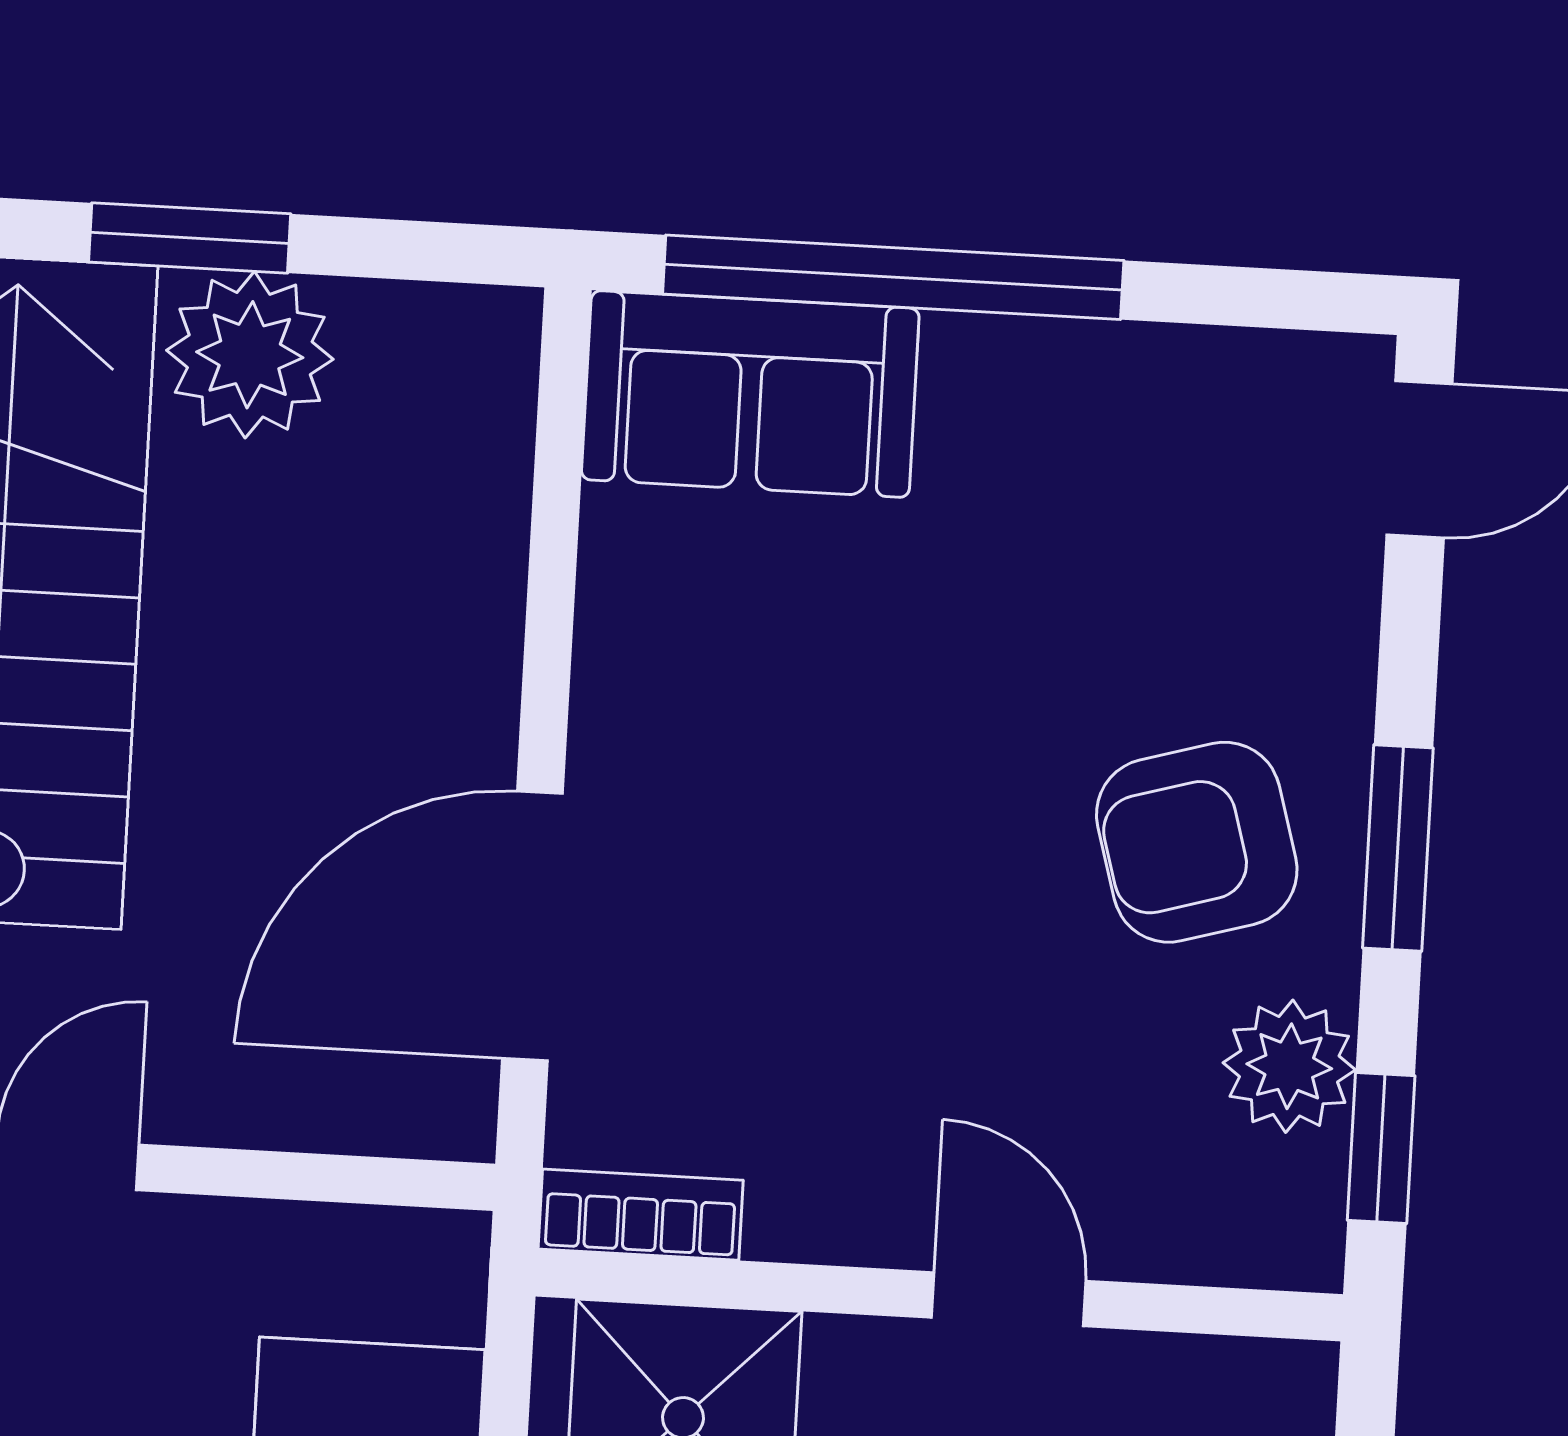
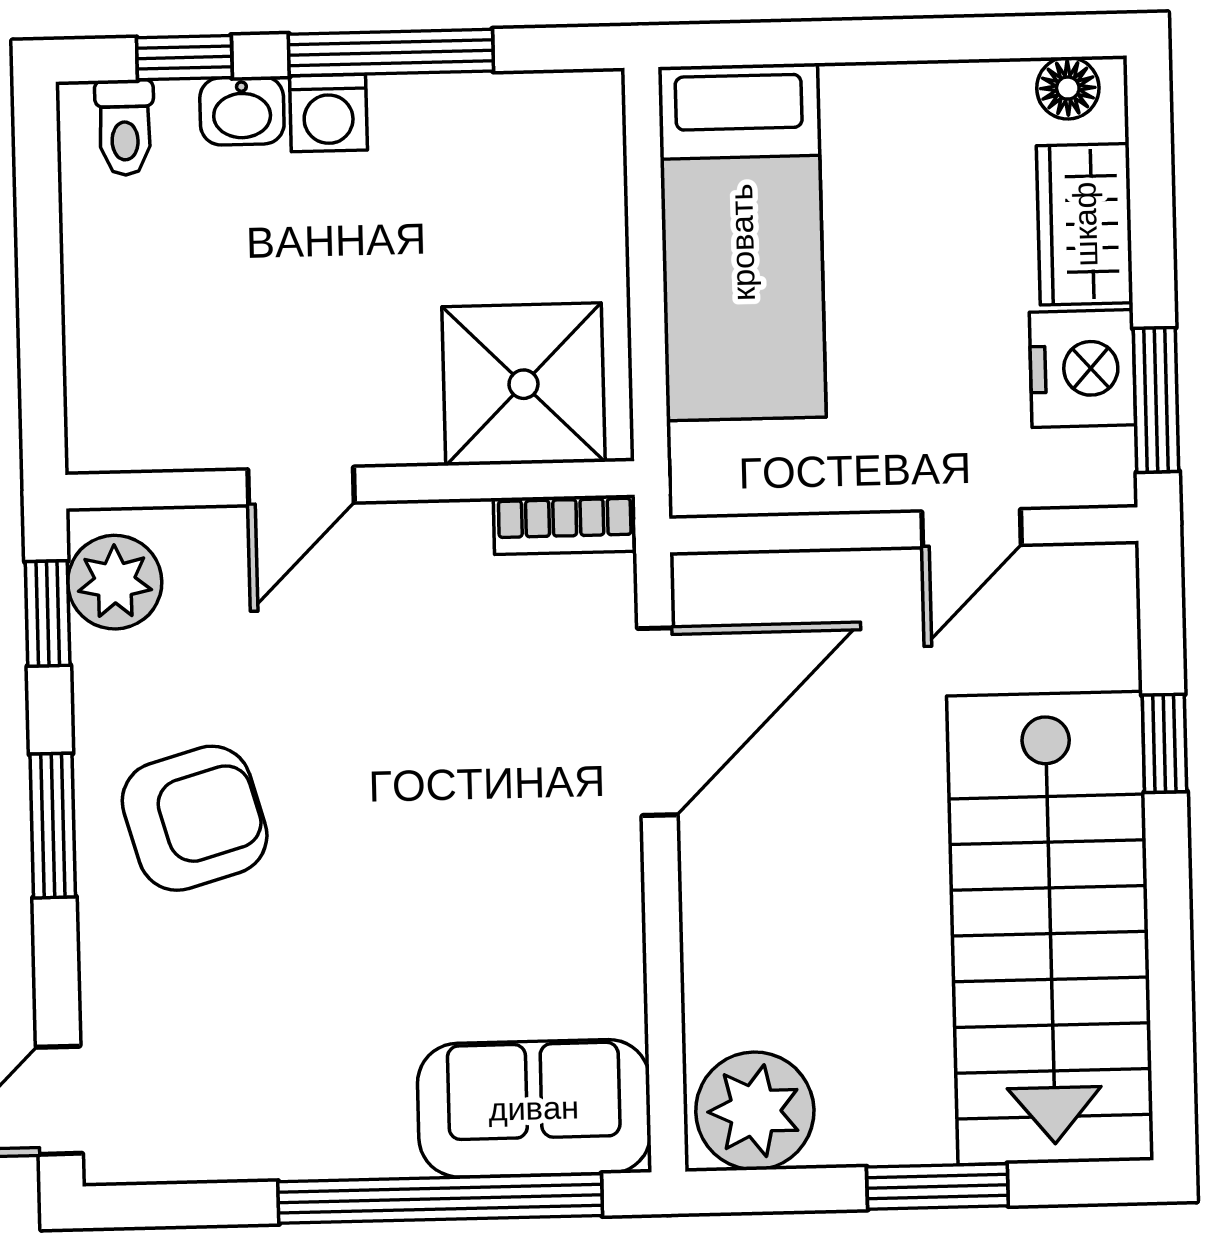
plant: (250, 355) -> (755, 1111), moved
plant: (1289, 1066) -> (115, 582), moved
door: (1009, 1299) -> (301, 486), hinge flipped

